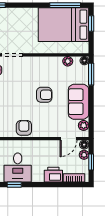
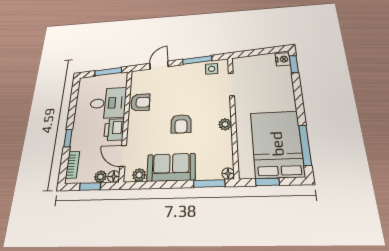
window: (91, 23) -> (267, 182), moved
plant: (68, 61) -> (225, 124), moved
desk: (18, 168) -> (108, 103), moved, turned 180
printer: (53, 175) -> (114, 130), moved, turned 180
window: (14, 185) -> (68, 138), moved

